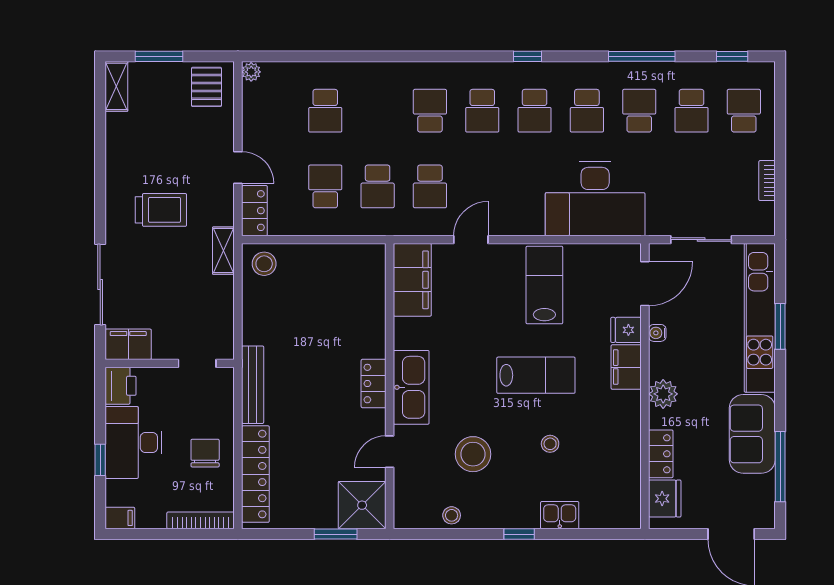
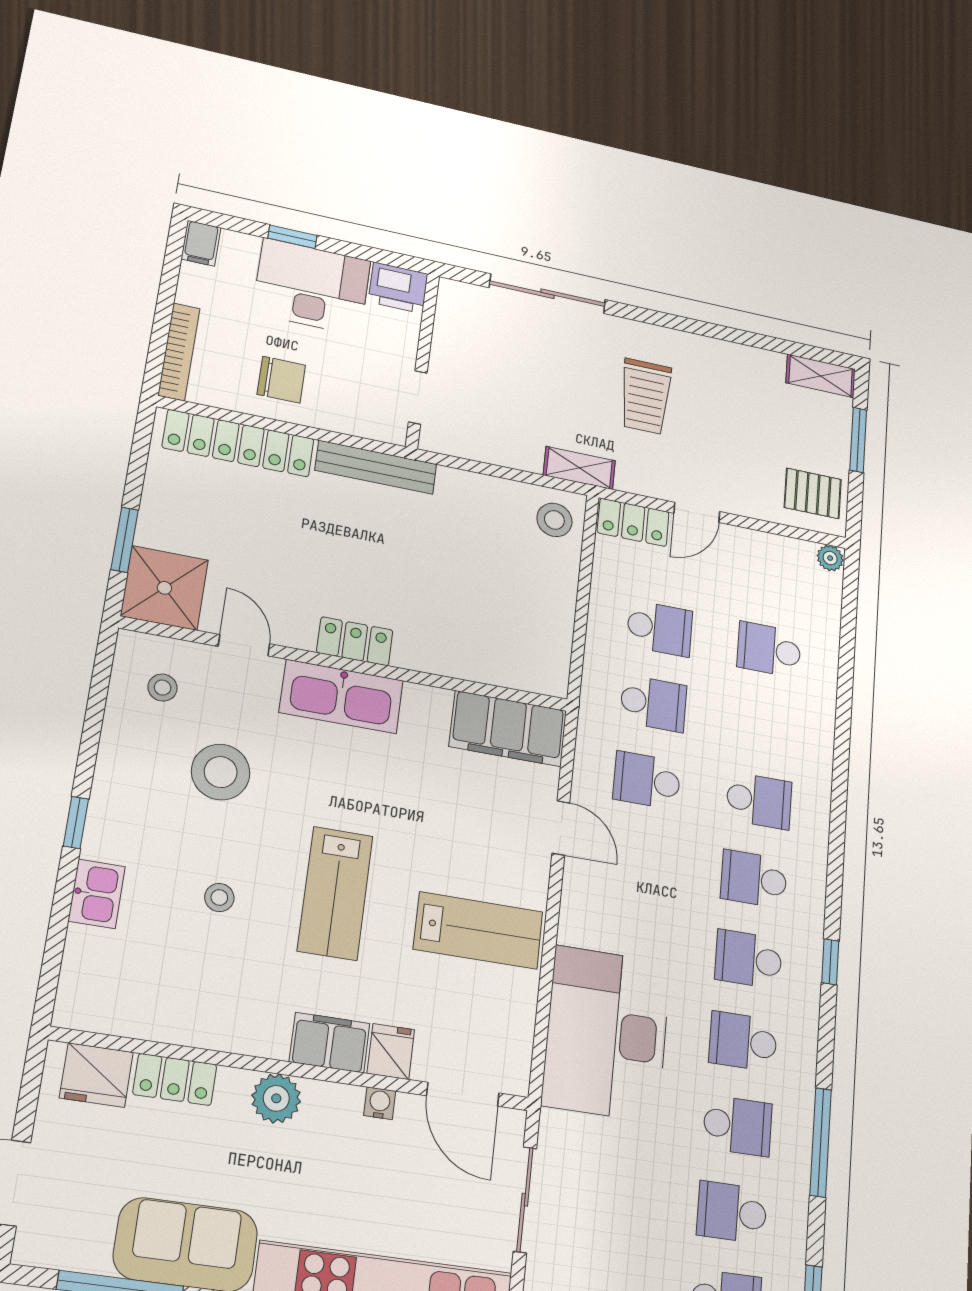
school desk: (378, 186) -> (653, 703), turned 180
filing cabinet: (128, 344) -> (457, 311), removed
stool: (452, 515) -> (163, 688), moved

